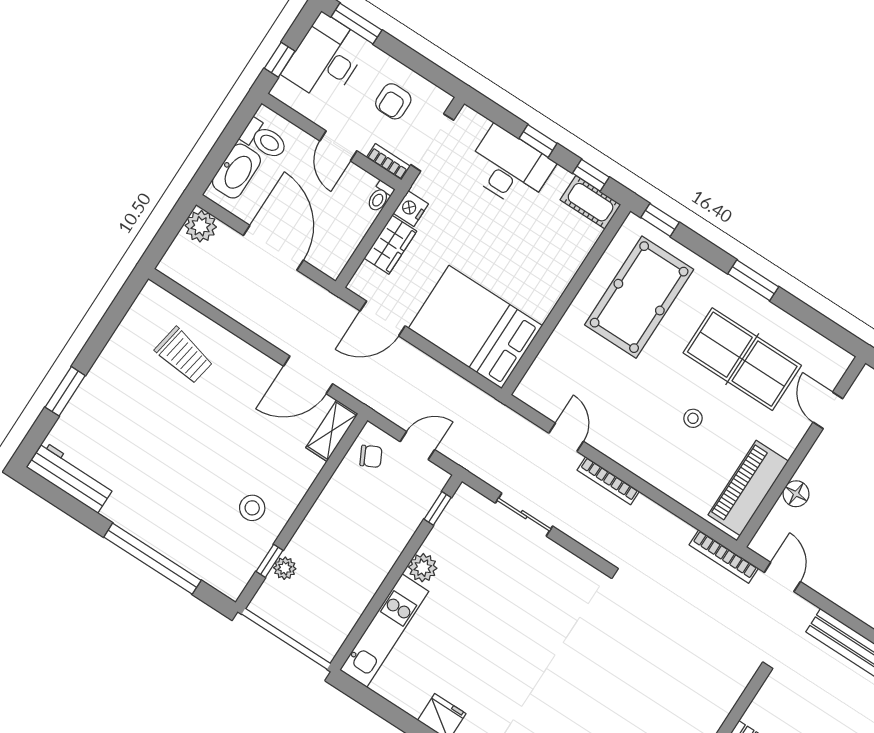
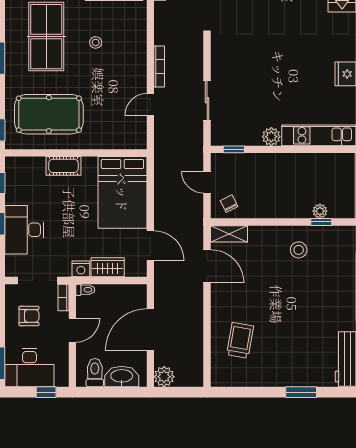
cot: (591, 202) -> (63, 166), moved, turned 90

